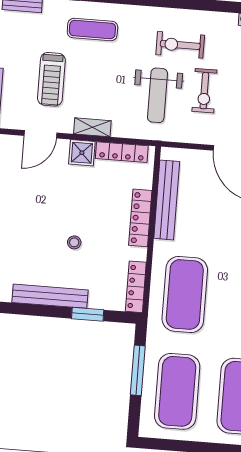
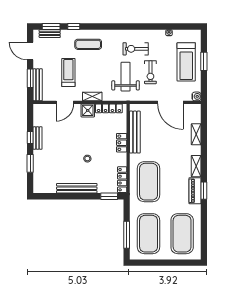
treadmill: (51, 79) -> (68, 73), turned 180
weight bench: (157, 95) -> (126, 77), turned 180
locker: (140, 218) -> (122, 143), width x0.66
window: (88, 314) -> (109, 196), moved
window: (138, 370) -> (127, 235), moved

